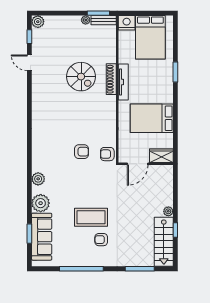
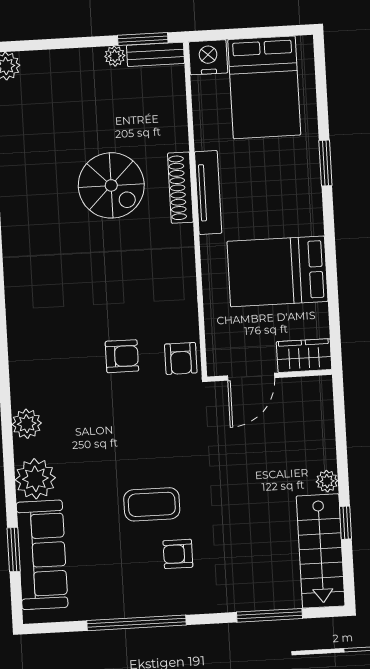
armchair: (107, 154) -> (181, 358), turned -90
coffee table: (91, 217) -> (152, 504), width x0.73, depth x0.76

